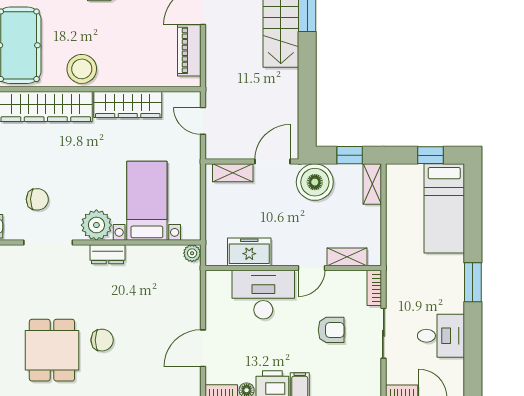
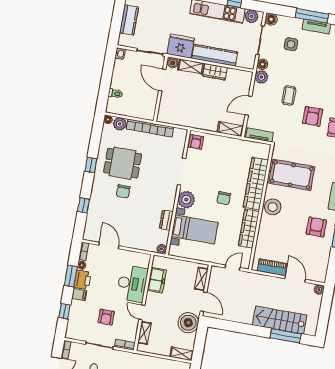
window: (350, 155) -> (199, 344), removed
chair: (37, 199) -> (224, 198), moved
dresser: (108, 254) -> (166, 220), moved

